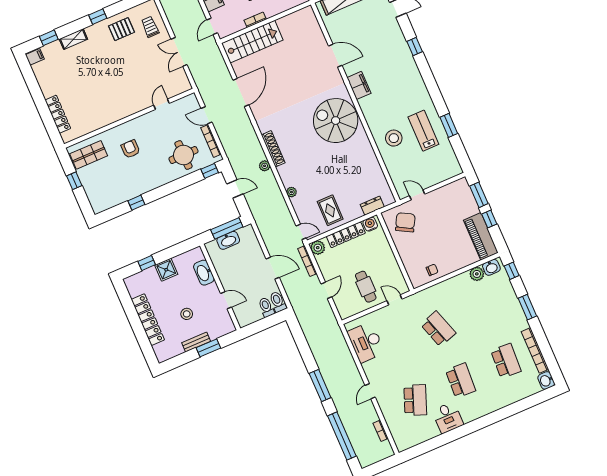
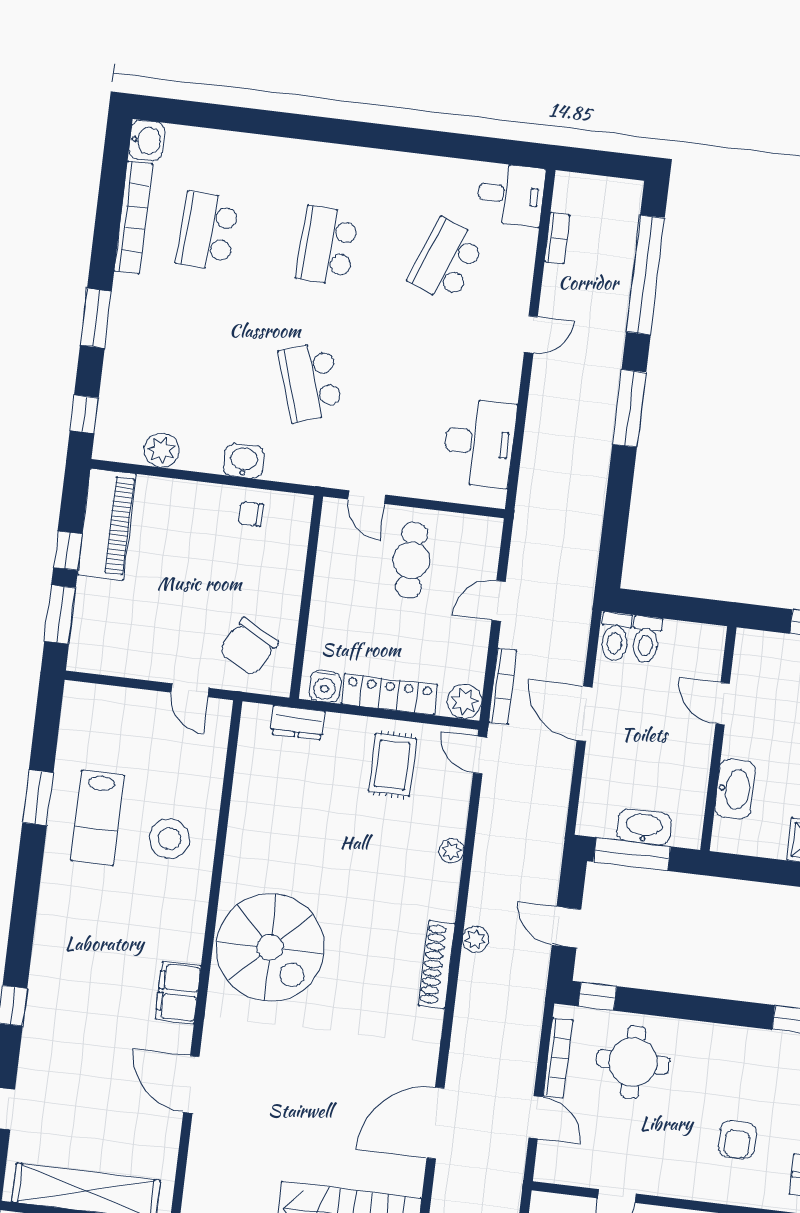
washbasin: (491, 267) -> (244, 461), moved
desk: (448, 418) -> (511, 195), moved, turned 90

